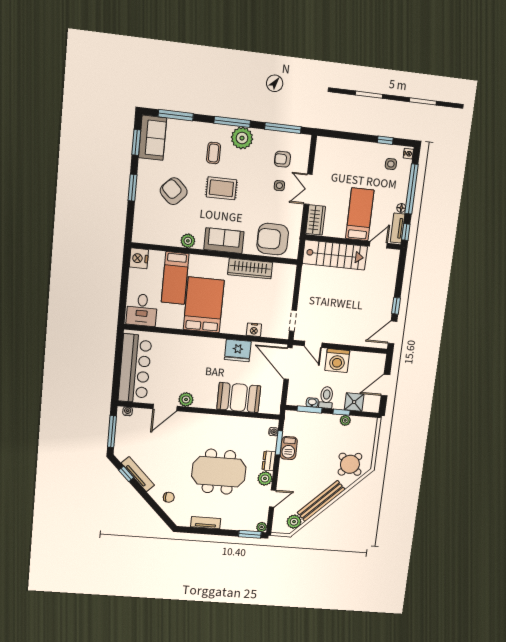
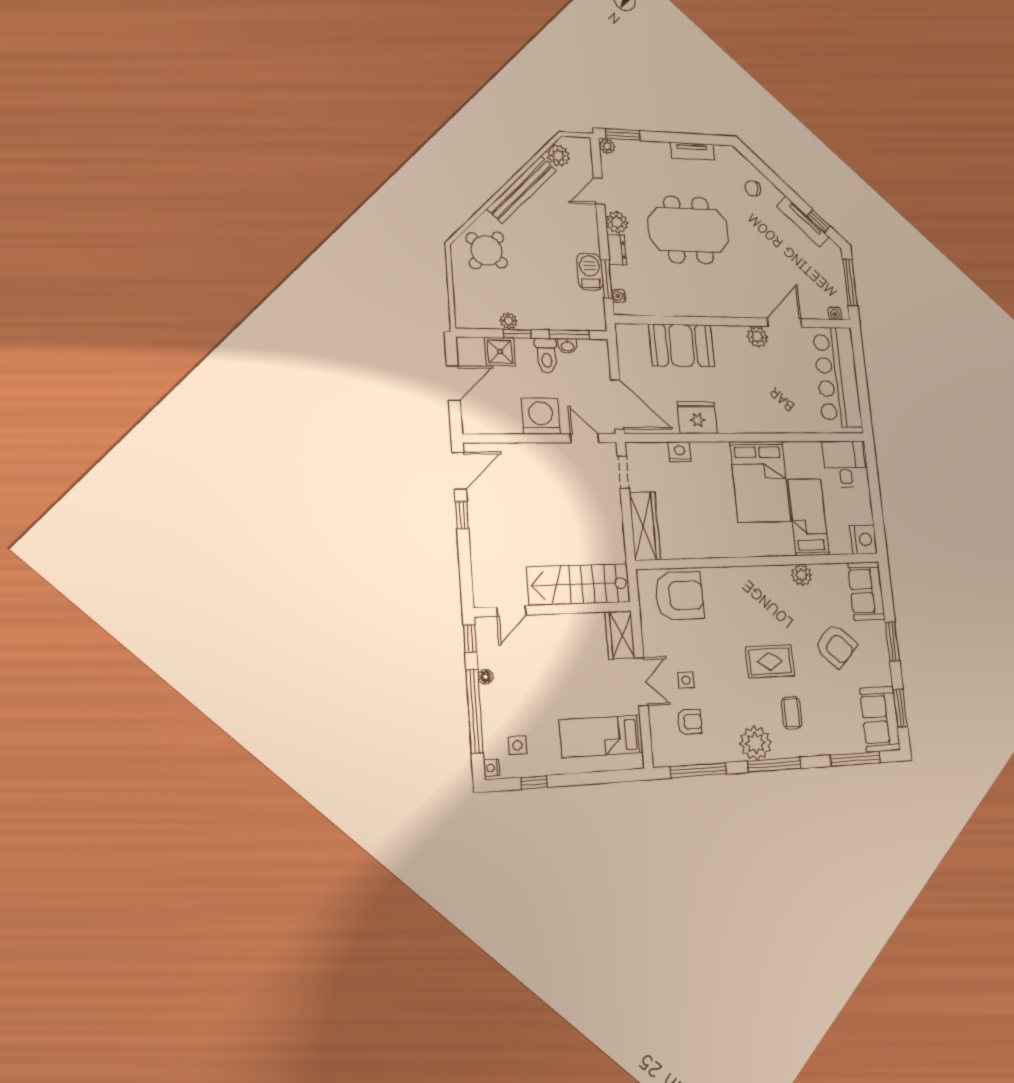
bed: (360, 214) -> (601, 736), moved, turned 90
tv unit: (398, 228) -> (485, 643), removed
sofa: (224, 241) -> (866, 591), moved, turned 90
wardrobe: (250, 268) -> (645, 526), moved, turned 90

